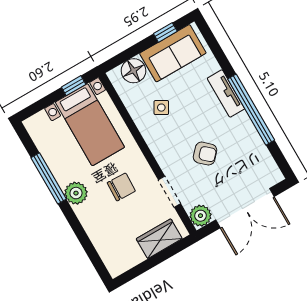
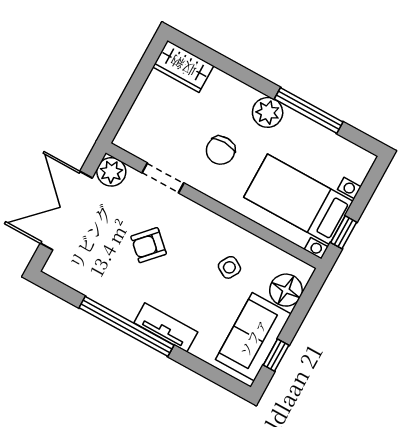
wardrobe: (159, 239) -> (183, 66), moved, turned 90

